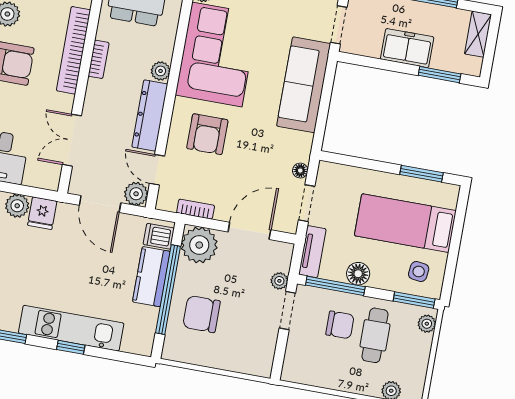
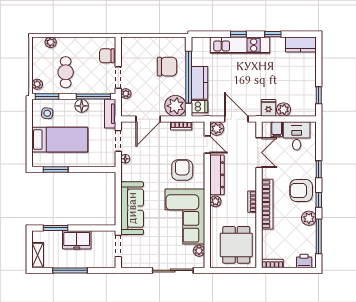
filing cabinet: (35, 174) -> (277, 129), added
chair: (340, 325) -> (107, 56), moved

